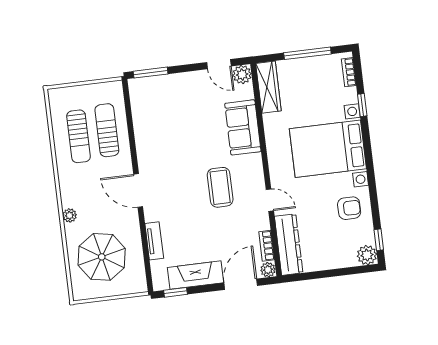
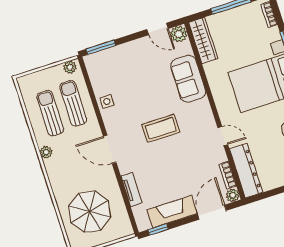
plant: (111, 88) -> (70, 67), added
side table: (146, 135) -> (107, 101), added
sun lounger: (79, 136) -> (50, 113), turned 180
coffee table: (220, 187) -> (161, 128), moved, turned 90
plant: (70, 215) -> (46, 152), moved

